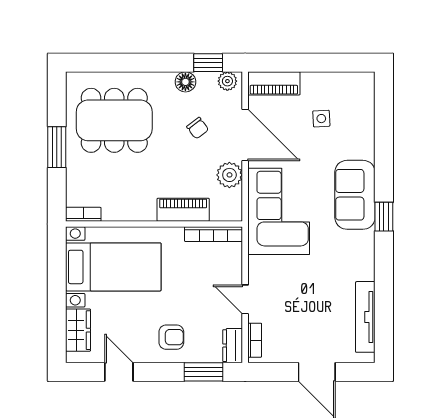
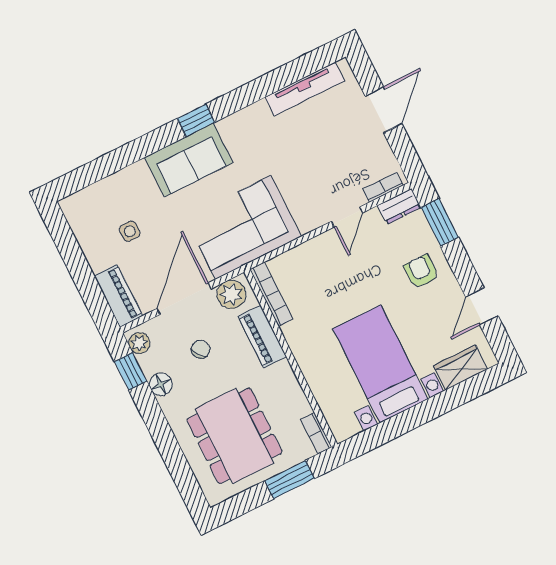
piano: (183, 210) -> (262, 336), moved
bookcase: (83, 214) -> (316, 433), moved
wall: (154, 224) -> (291, 358), moved
bookcase: (213, 234) -> (271, 294), moved

